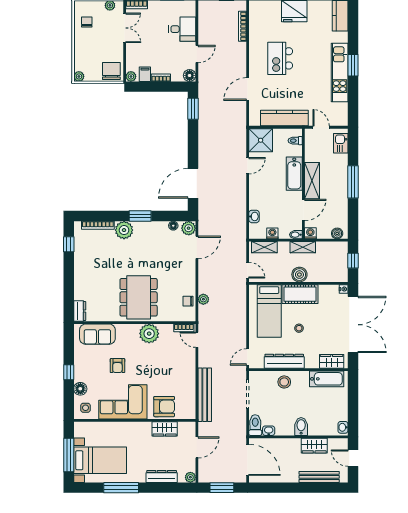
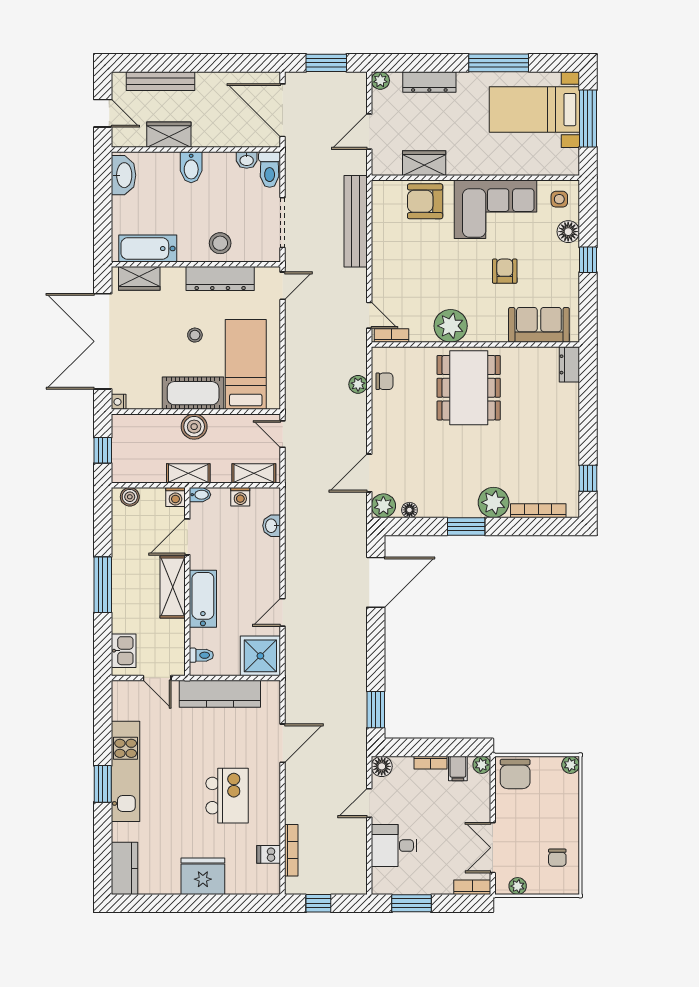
dishwasher: (256, 24) -> (269, 854), added
washbasin: (343, 427) -> (124, 175), width x1.91, depth x1.45

